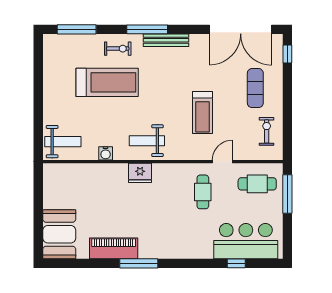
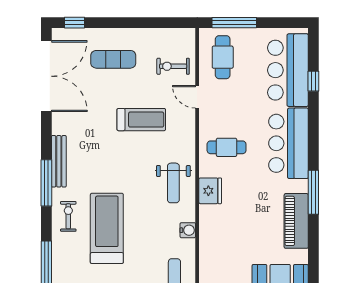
exercise bike: (267, 131) -> (173, 66), moved
cafe table: (203, 192) -> (227, 147), moved
bar counter: (182, 242) -> (289, 143), added

